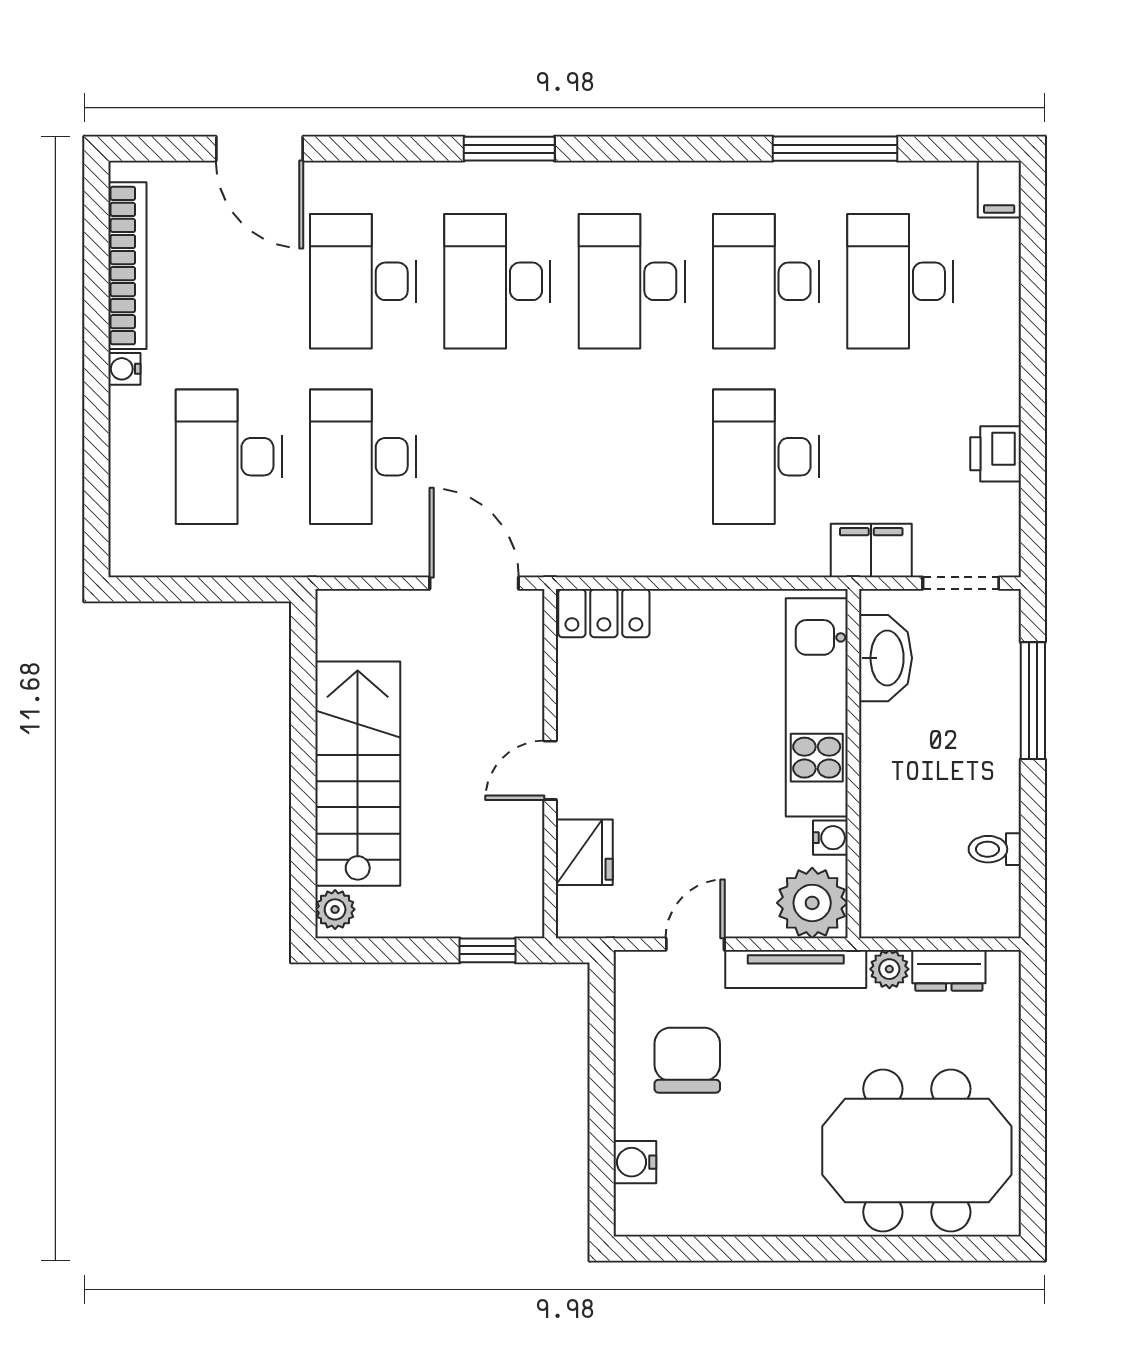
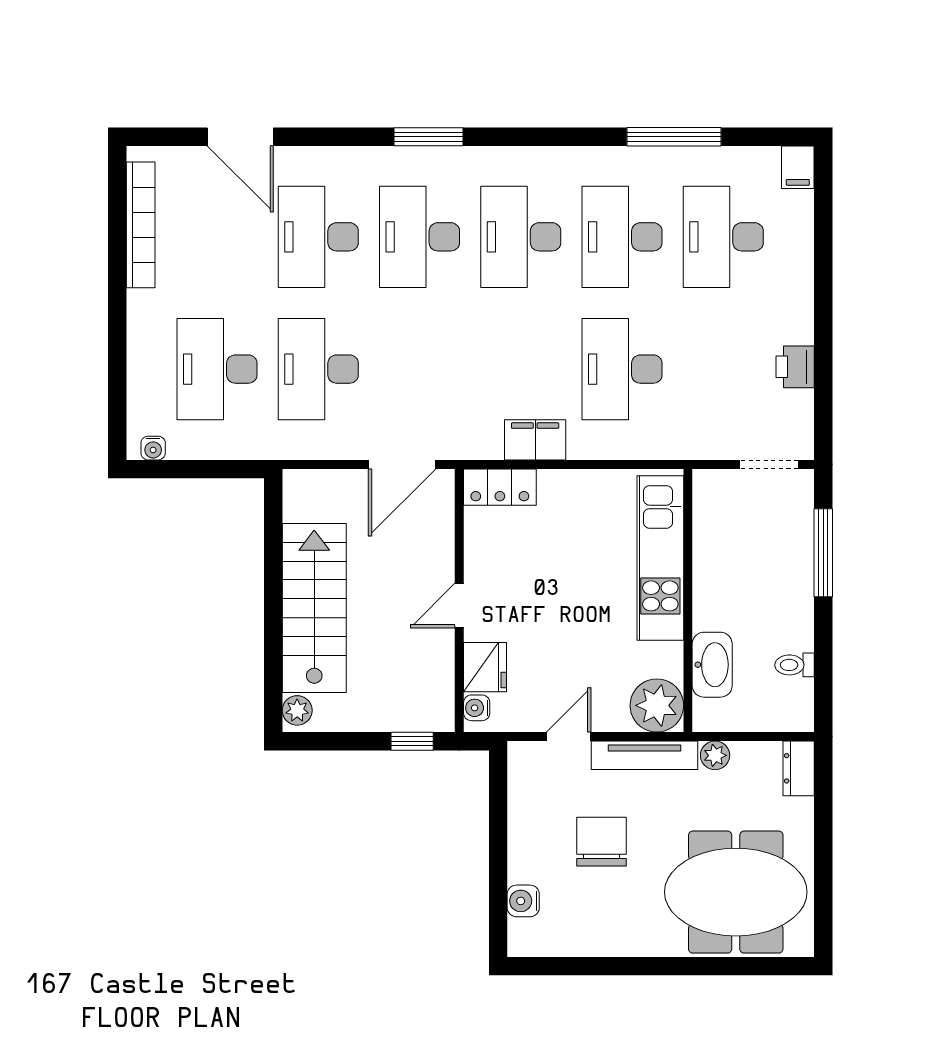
water cooler: (124, 369) -> (153, 448), moved, turned -90
filing cabinet: (871, 551) -> (535, 440), moved
door: (474, 583) -> (402, 464), swing flipped
washbasin: (885, 658) -> (712, 665), moved
water cooler: (830, 838) -> (477, 708), moved, turned 180
dresser: (949, 970) -> (799, 768), moved, turned 90
chair: (687, 1060) -> (601, 842), moved

